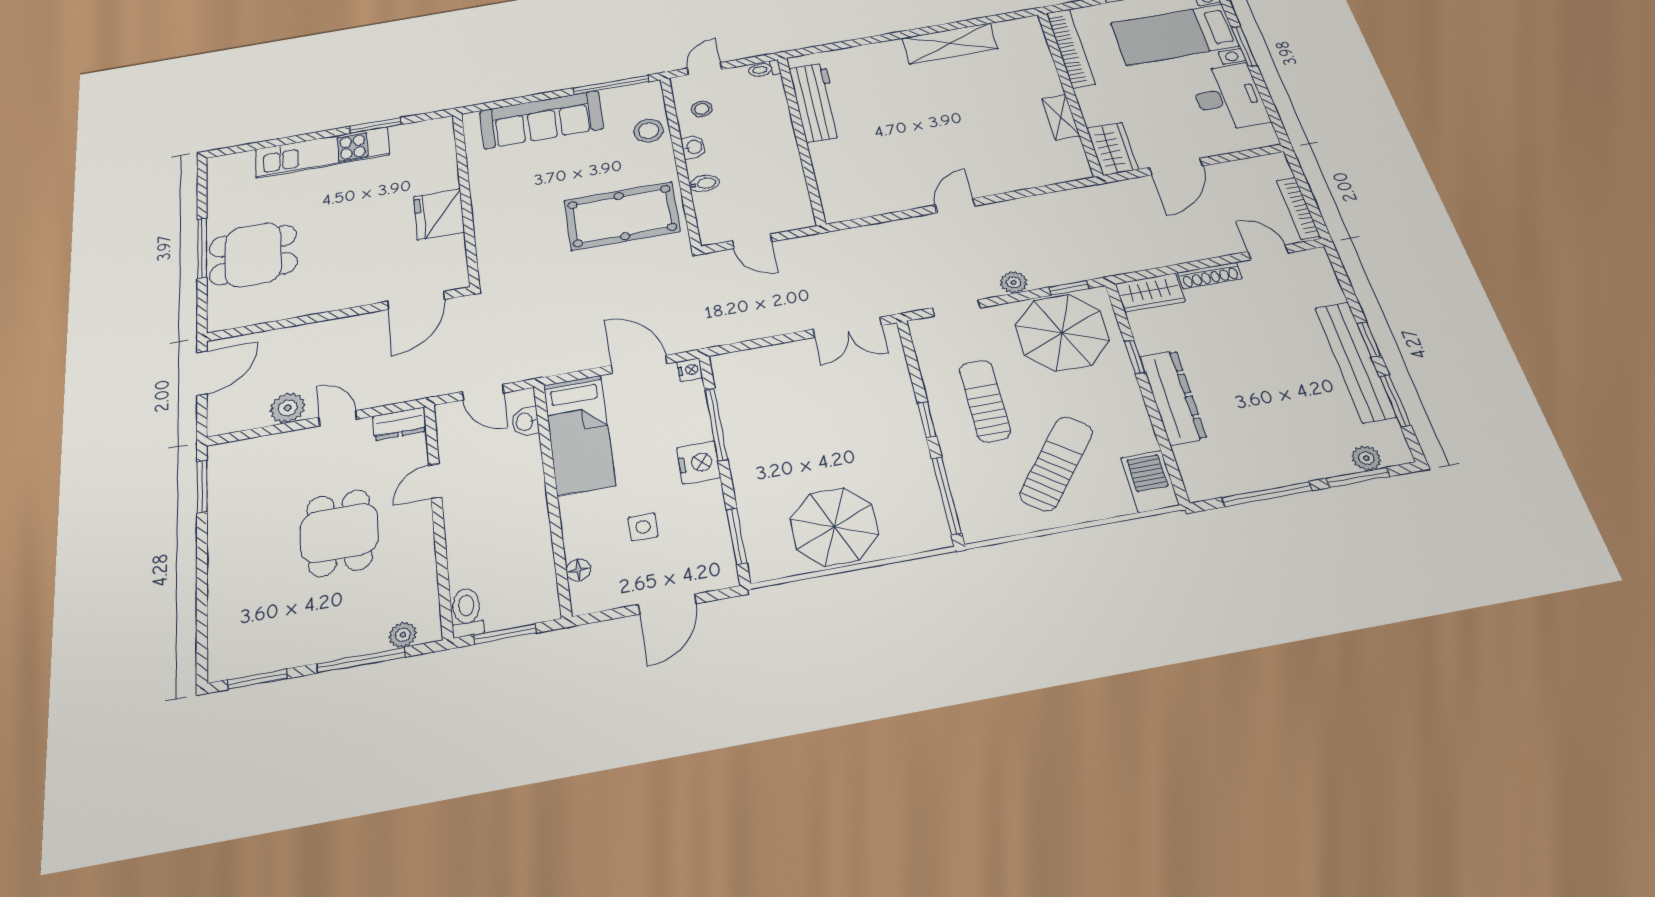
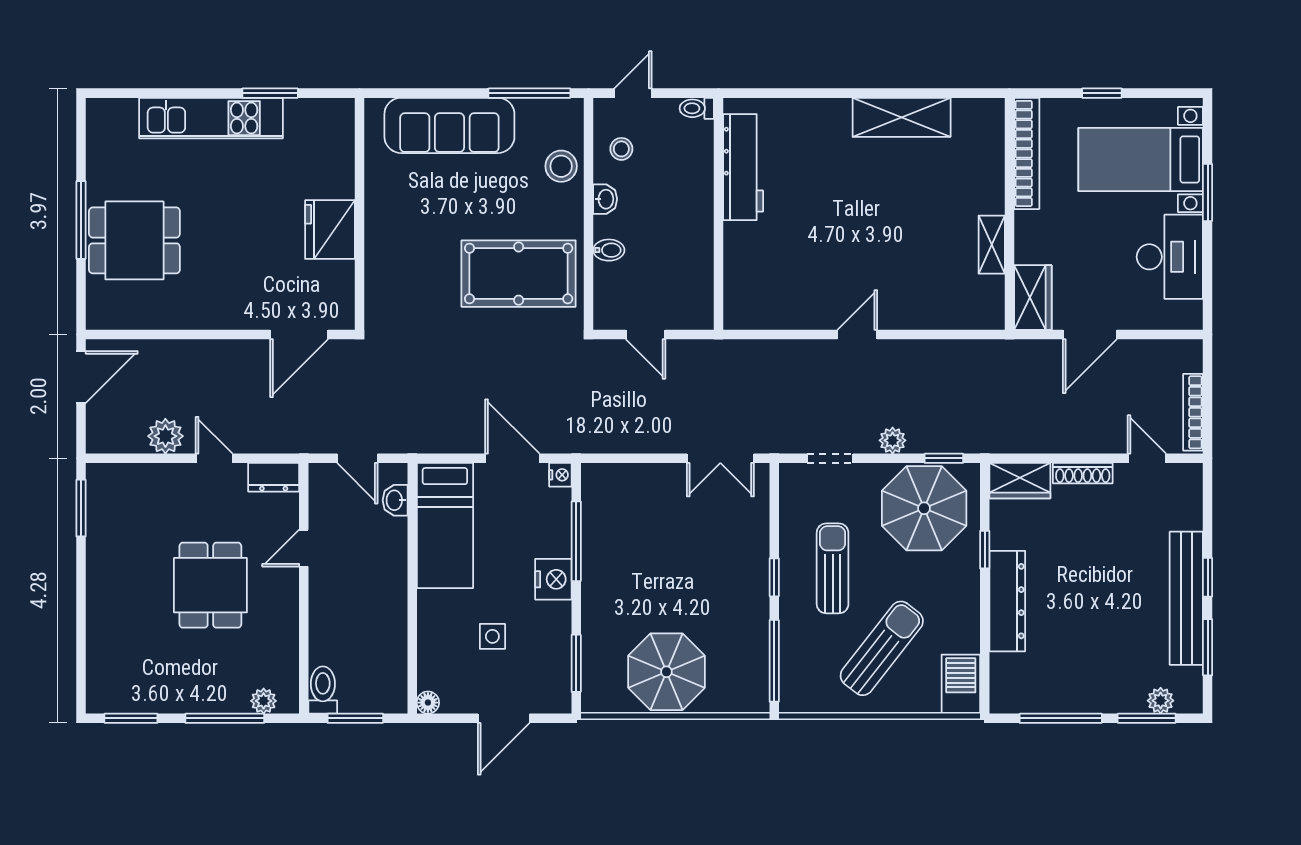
floor lamp: (578, 570) -> (428, 703), moved

